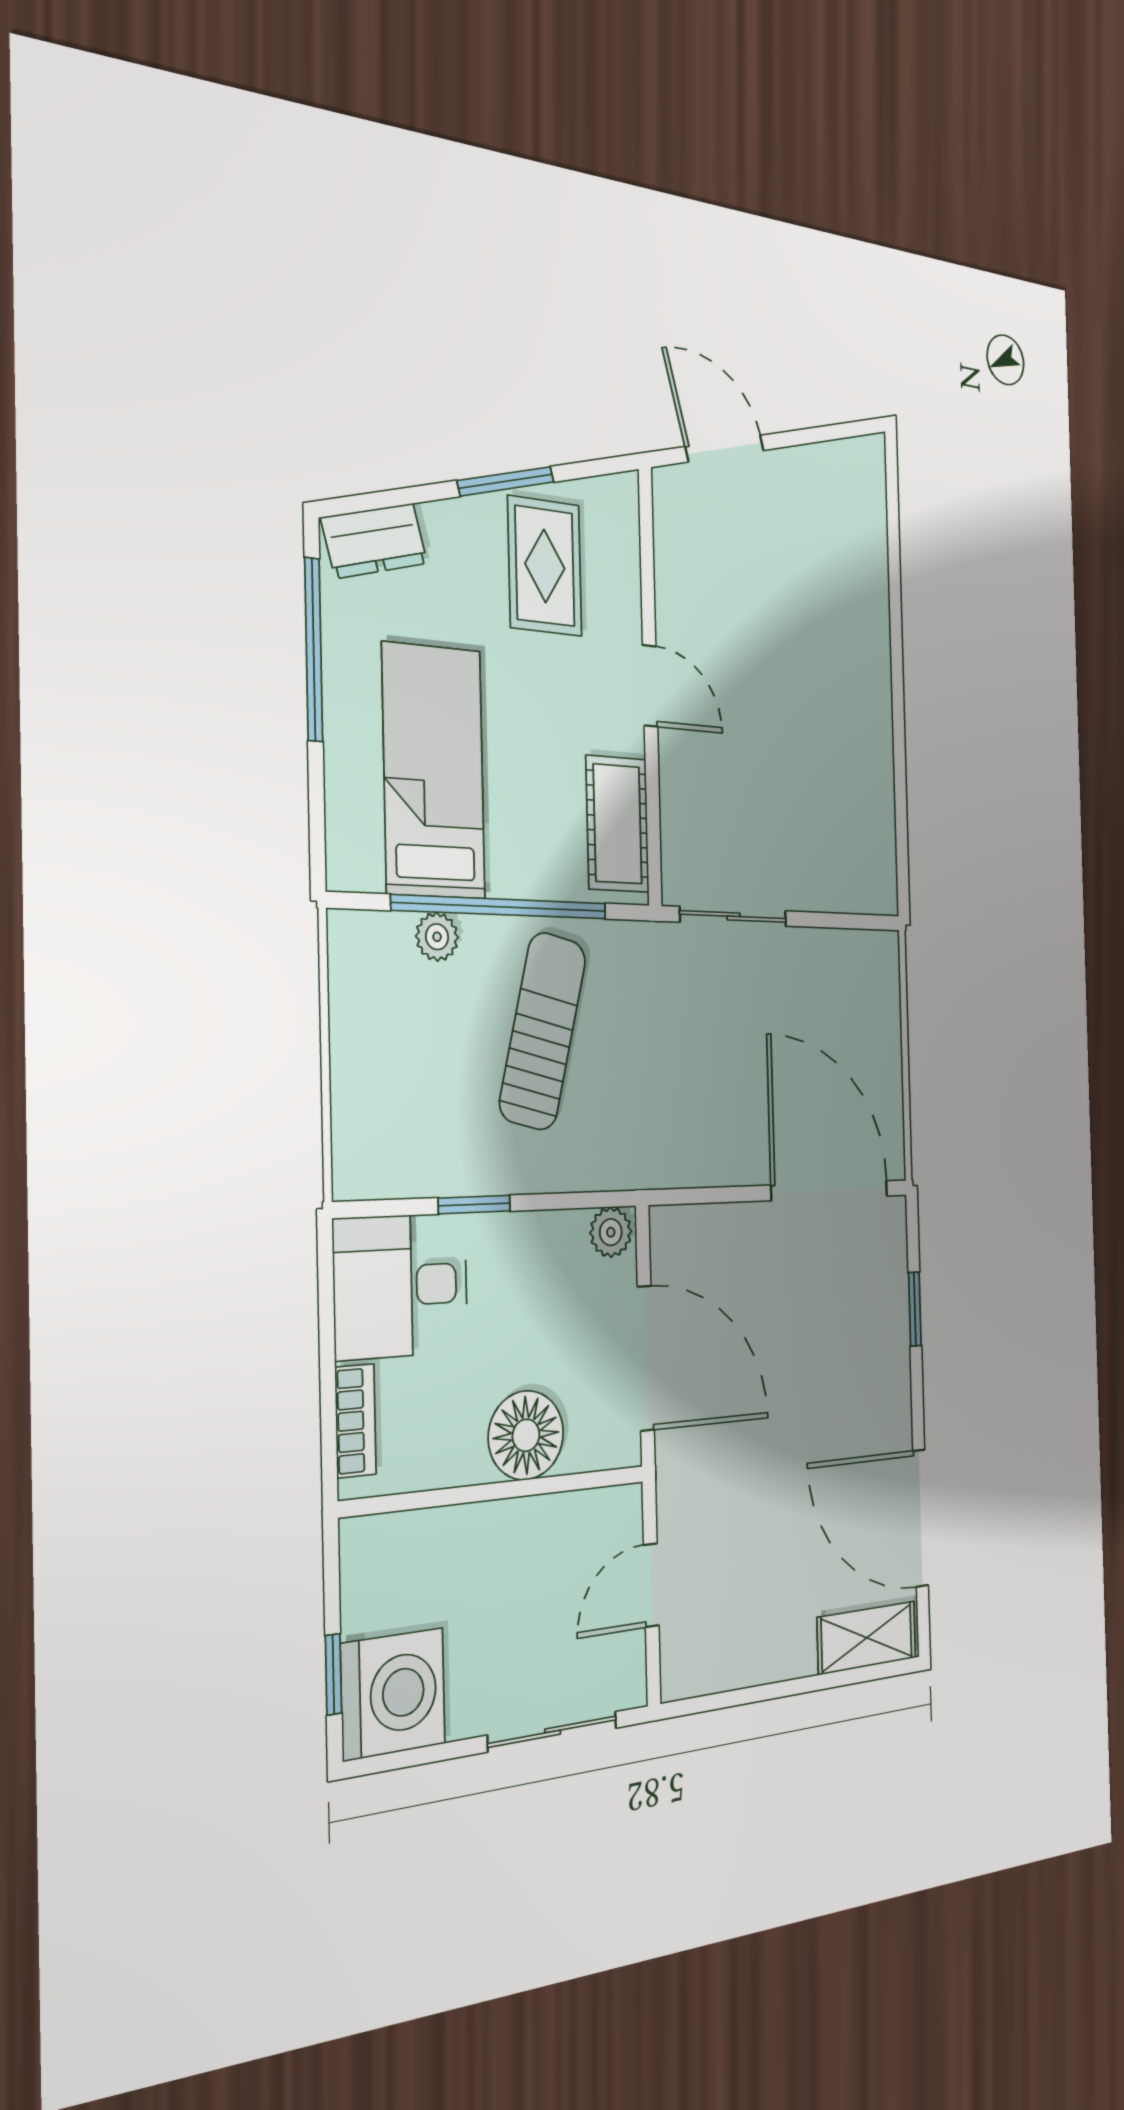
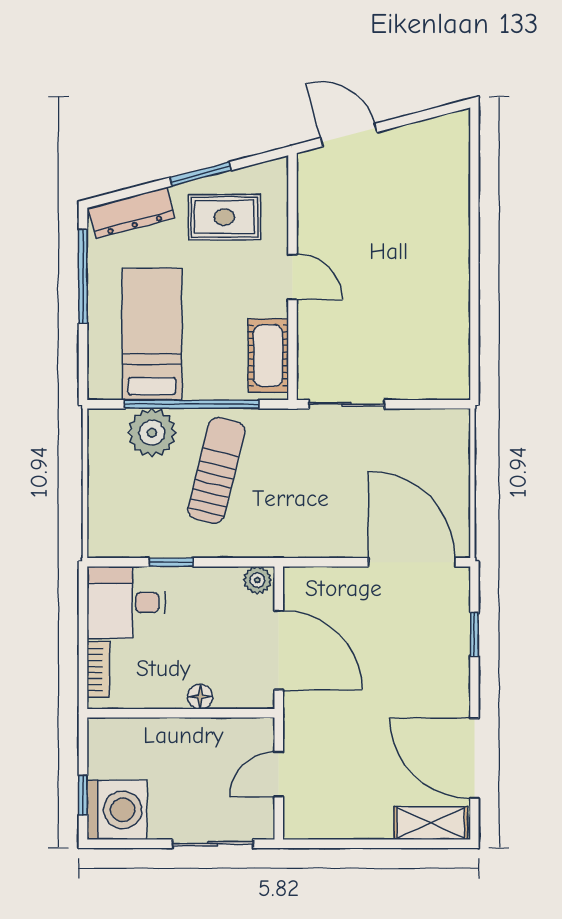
dresser: (374, 541) -> (132, 213), width x1.44
rug: (545, 566) -> (224, 217), turned 90
plant: (437, 937) -> (152, 433), width x1.88, depth x1.88
floor lamp: (526, 1435) -> (200, 697), width x0.53, depth x0.53

